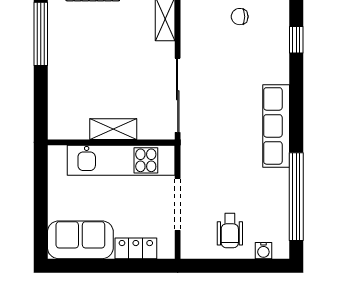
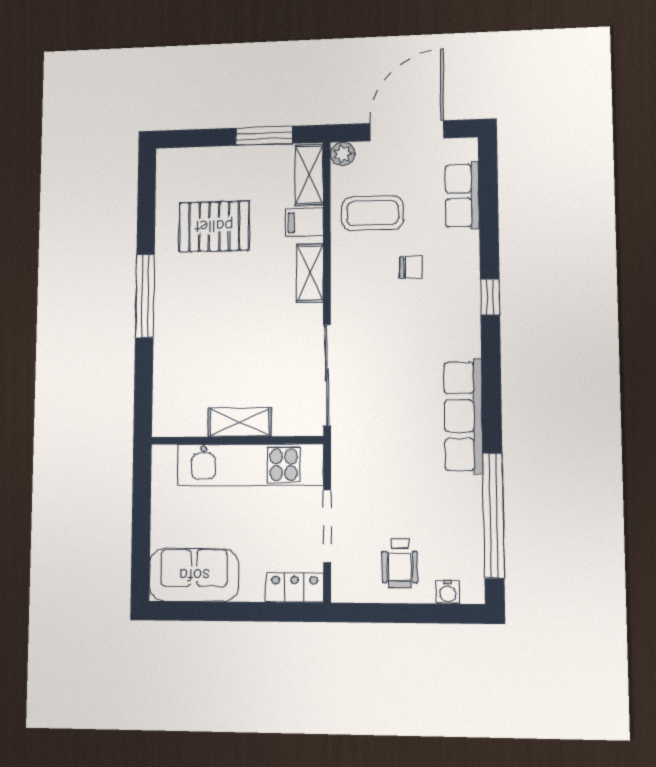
chair: (240, 17) -> (411, 267), turned 180
locker: (136, 248) -> (295, 587), moved

